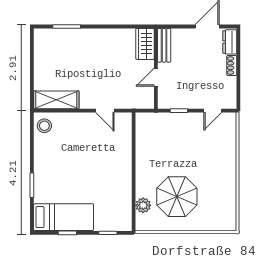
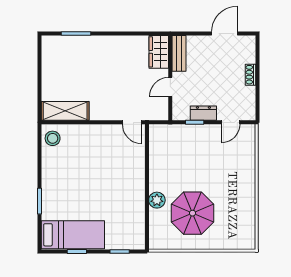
dresser: (230, 42) -> (203, 113), moved, turned 90
door: (105, 111) -> (132, 122), moved
plant: (143, 205) -> (157, 200), moved

